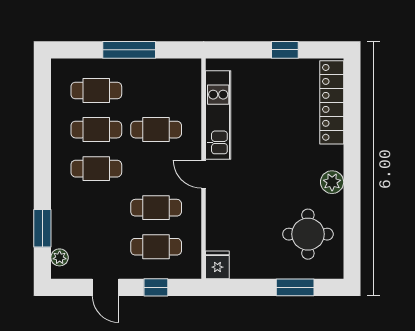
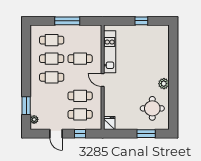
locker: (332, 102) -> (164, 46), removed

